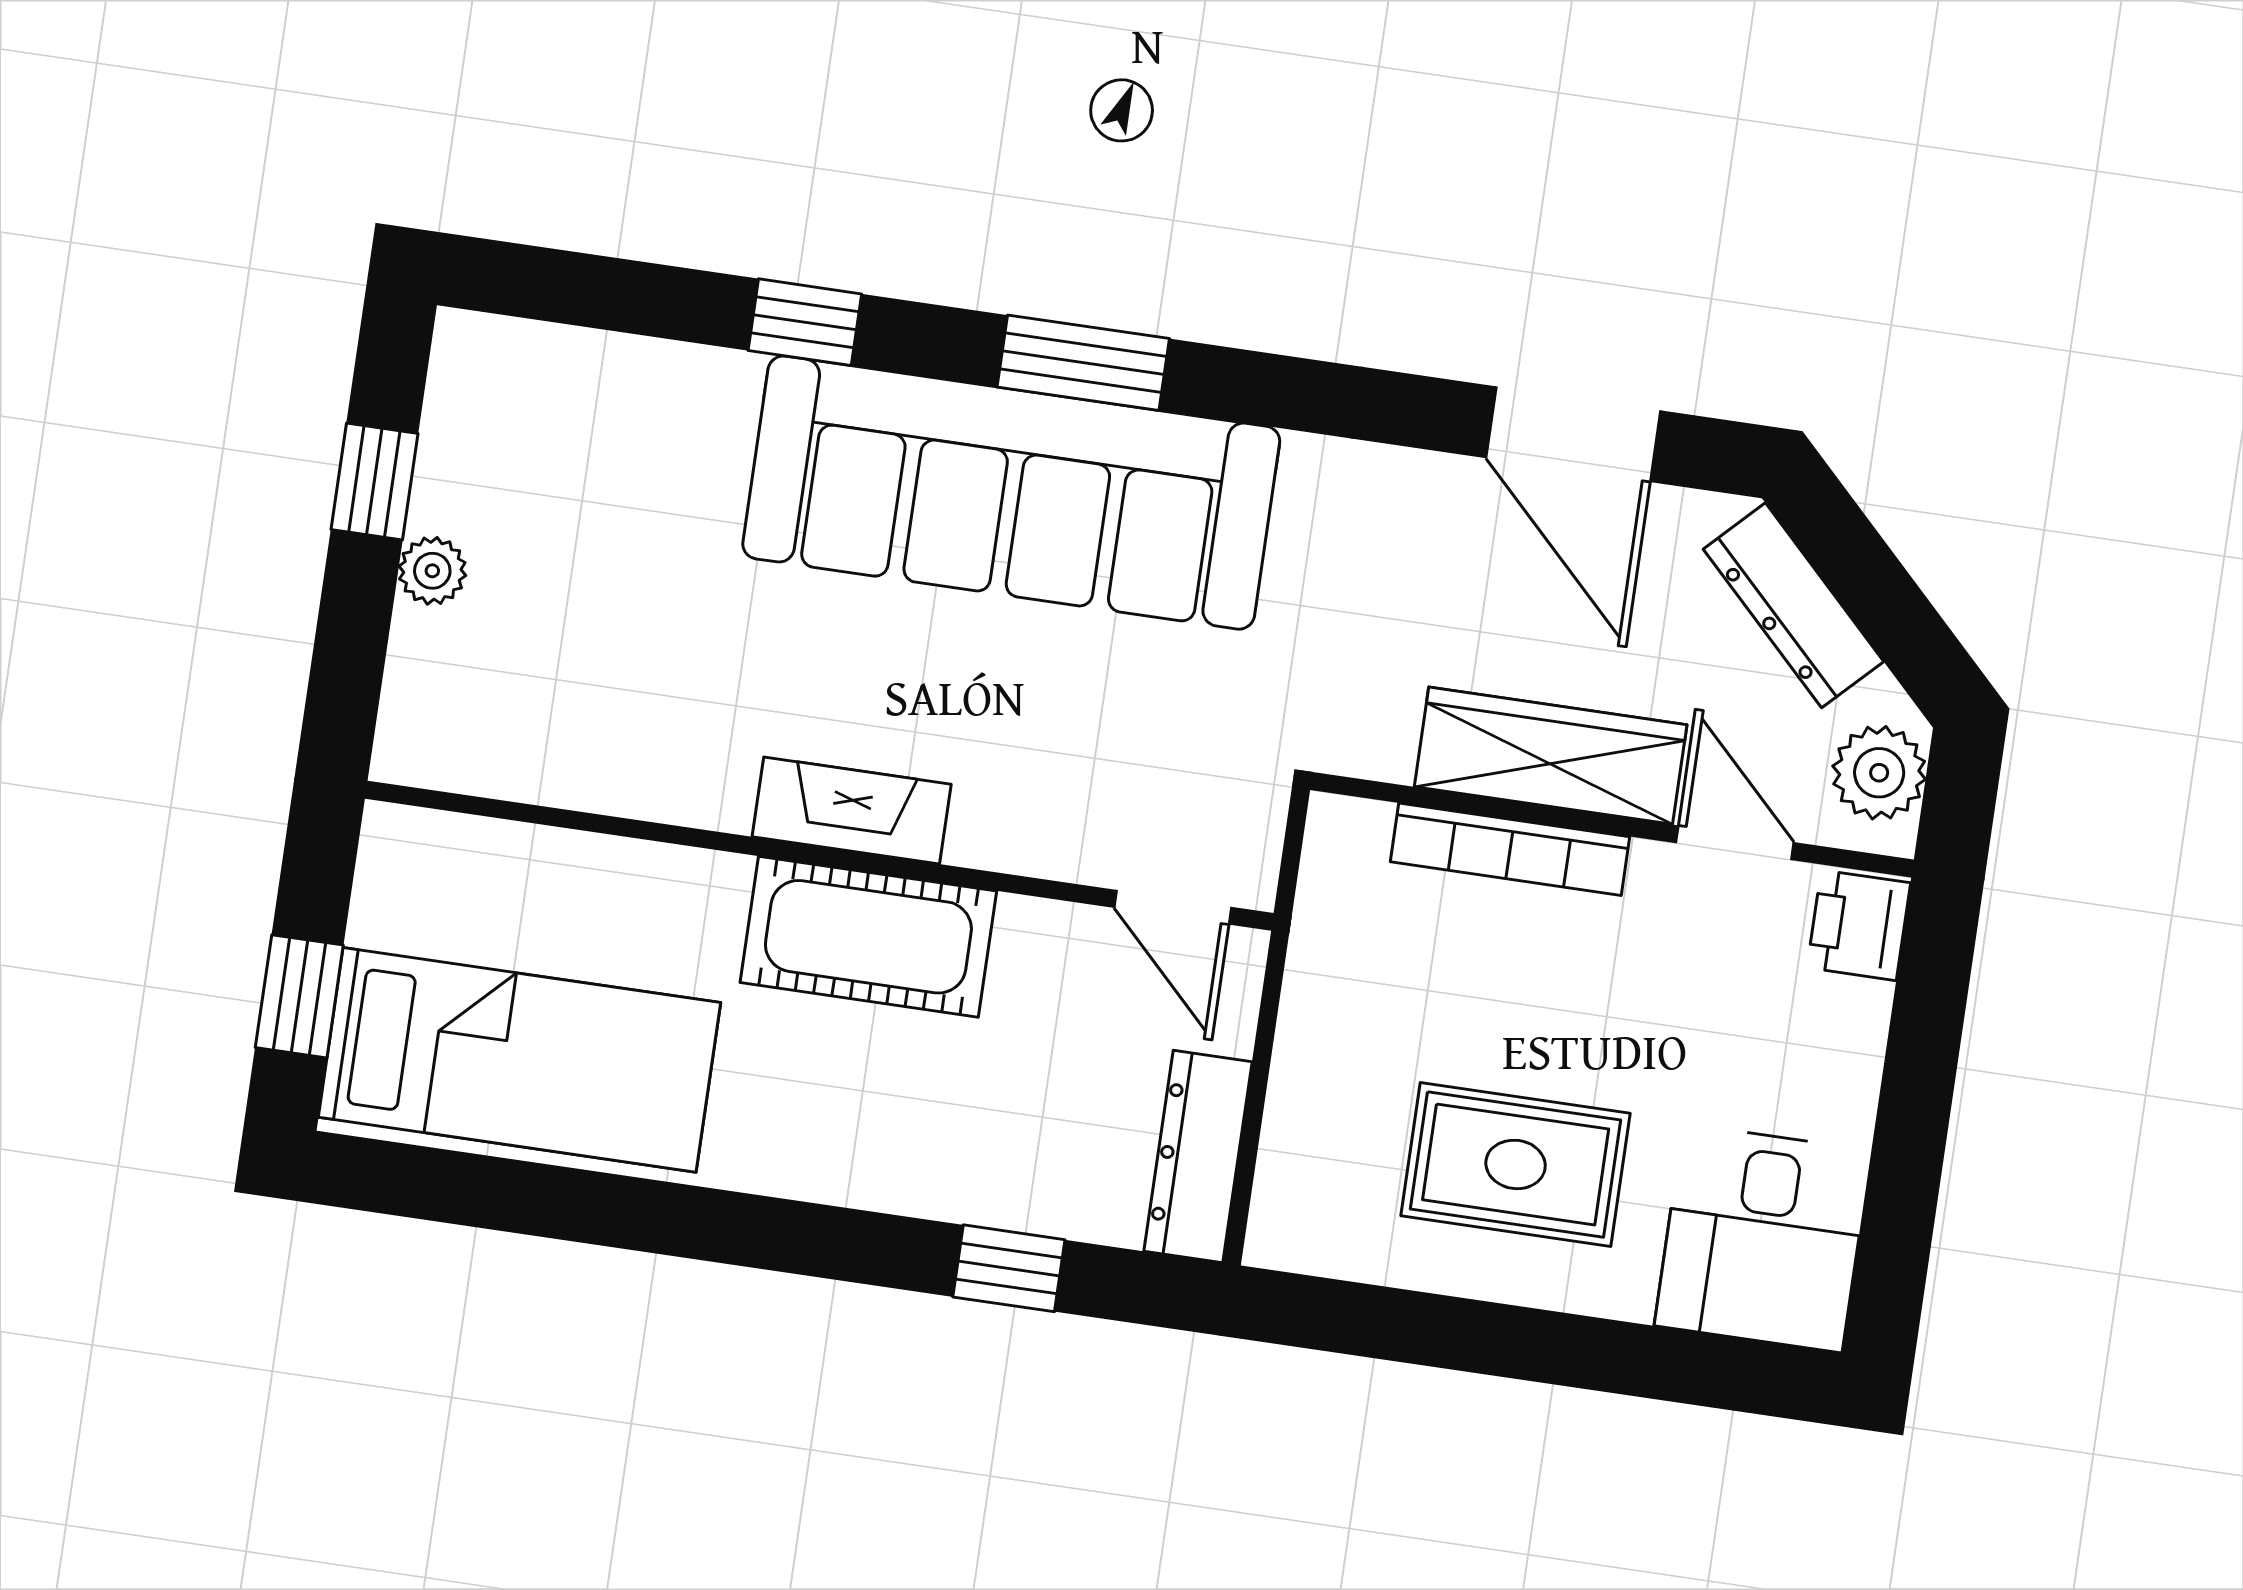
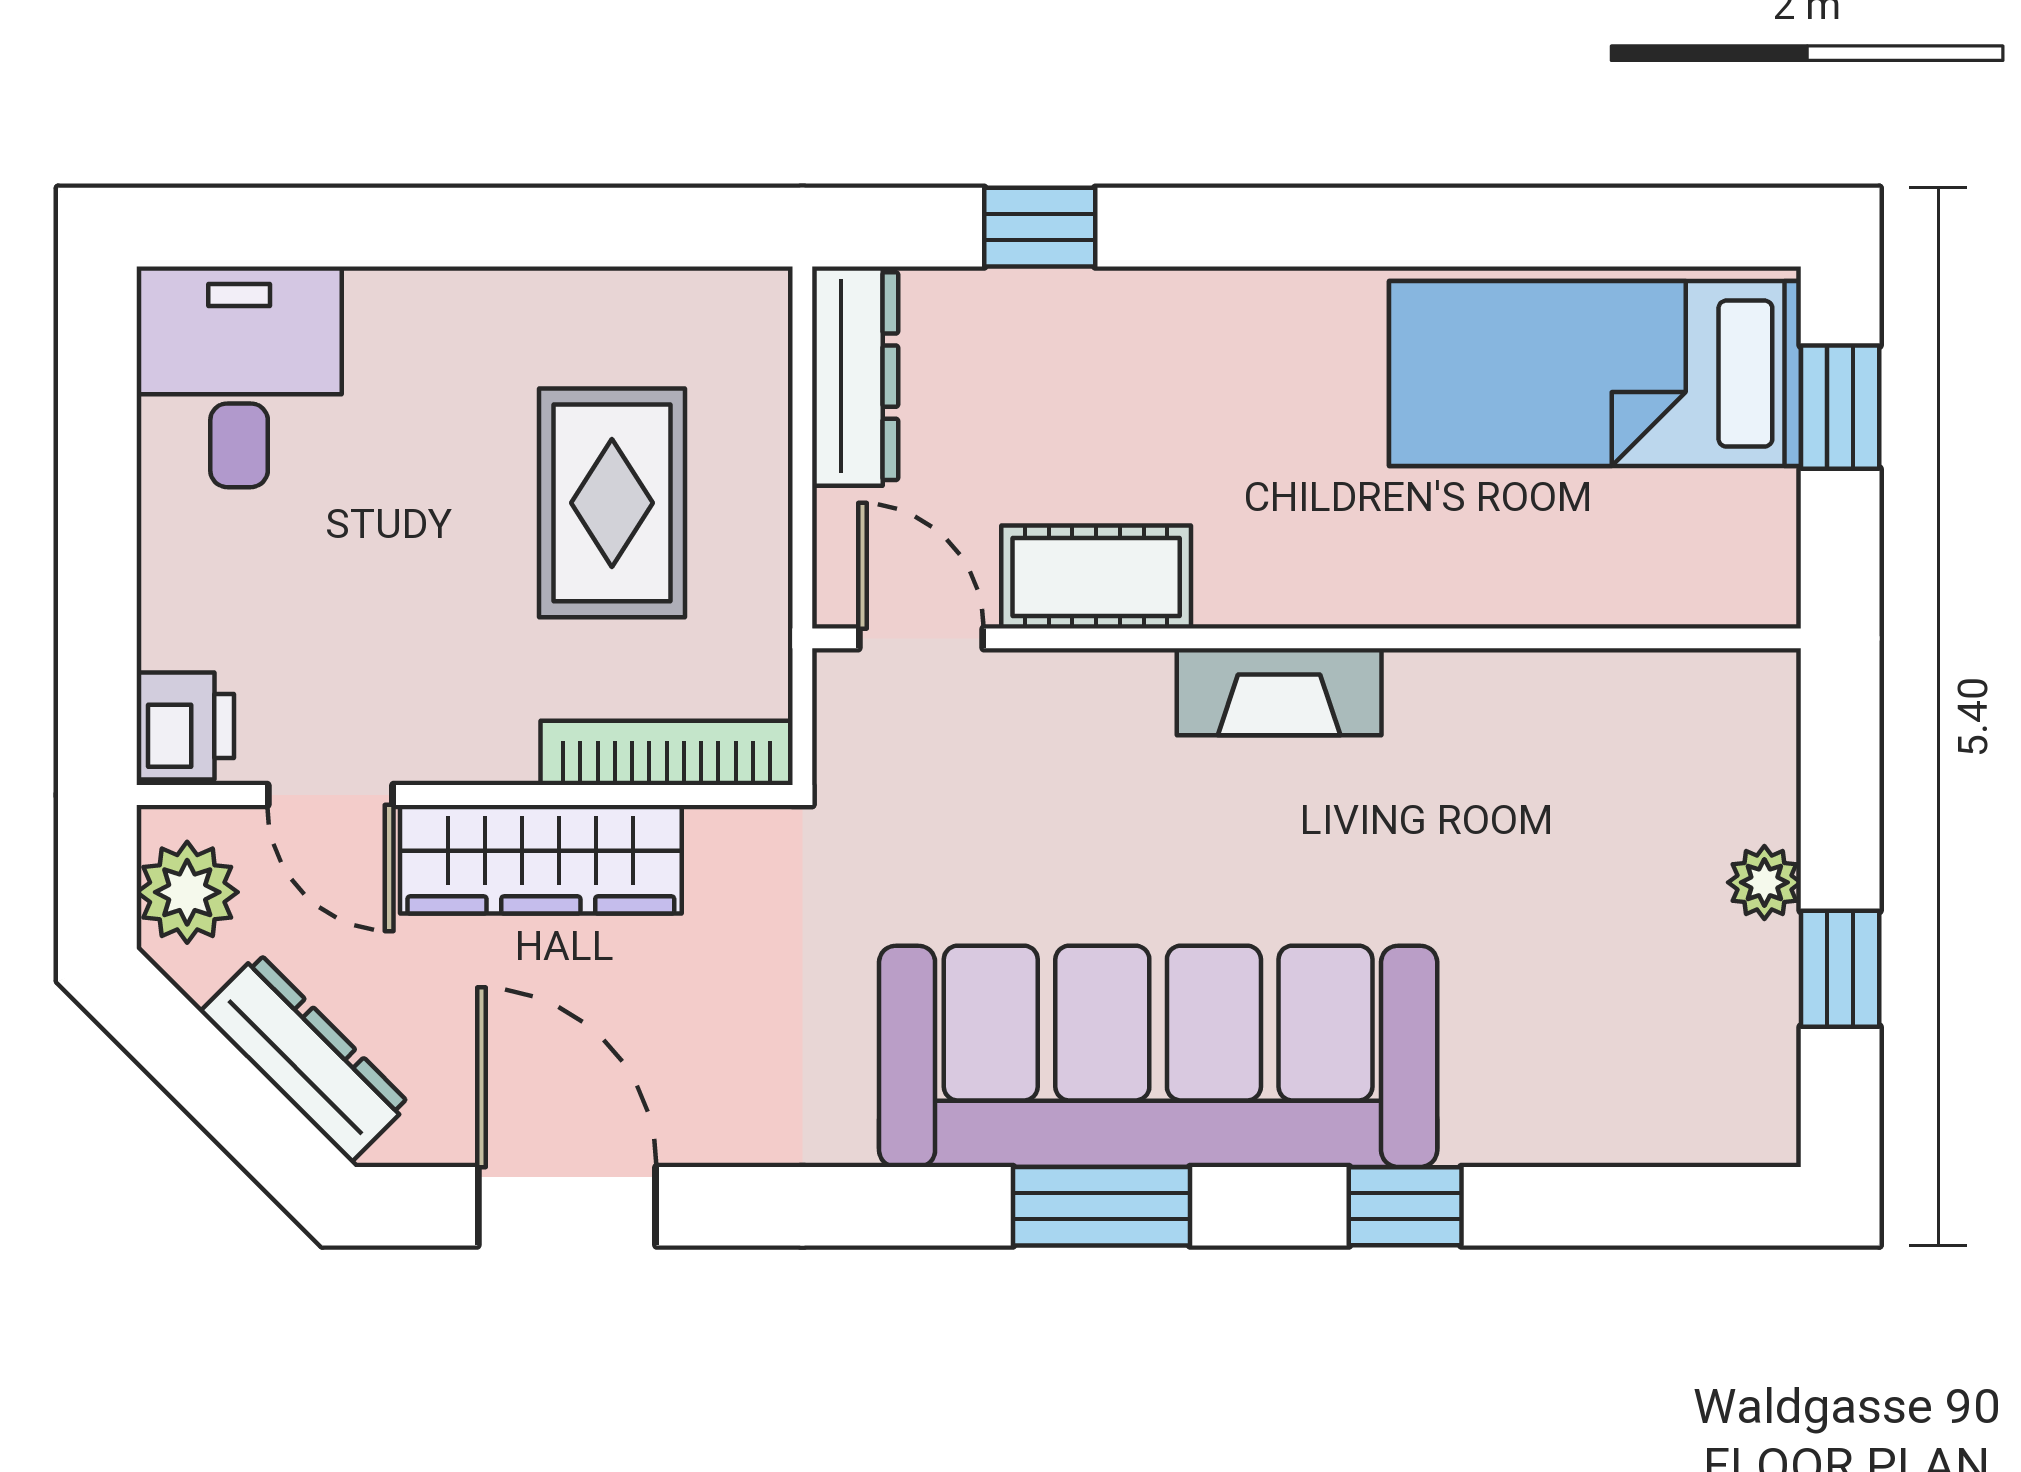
bookcase: (1510, 849) -> (667, 753), moved
cot: (868, 937) -> (1096, 577), moved, width x0.73, depth x0.75
rug: (1516, 1164) -> (612, 503), moved, turned 90

